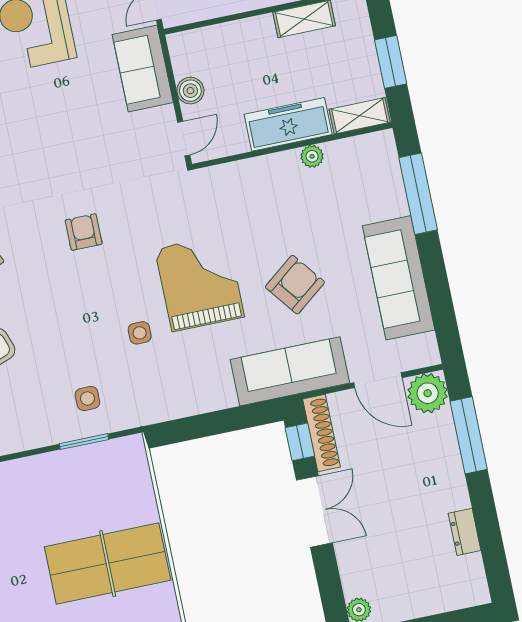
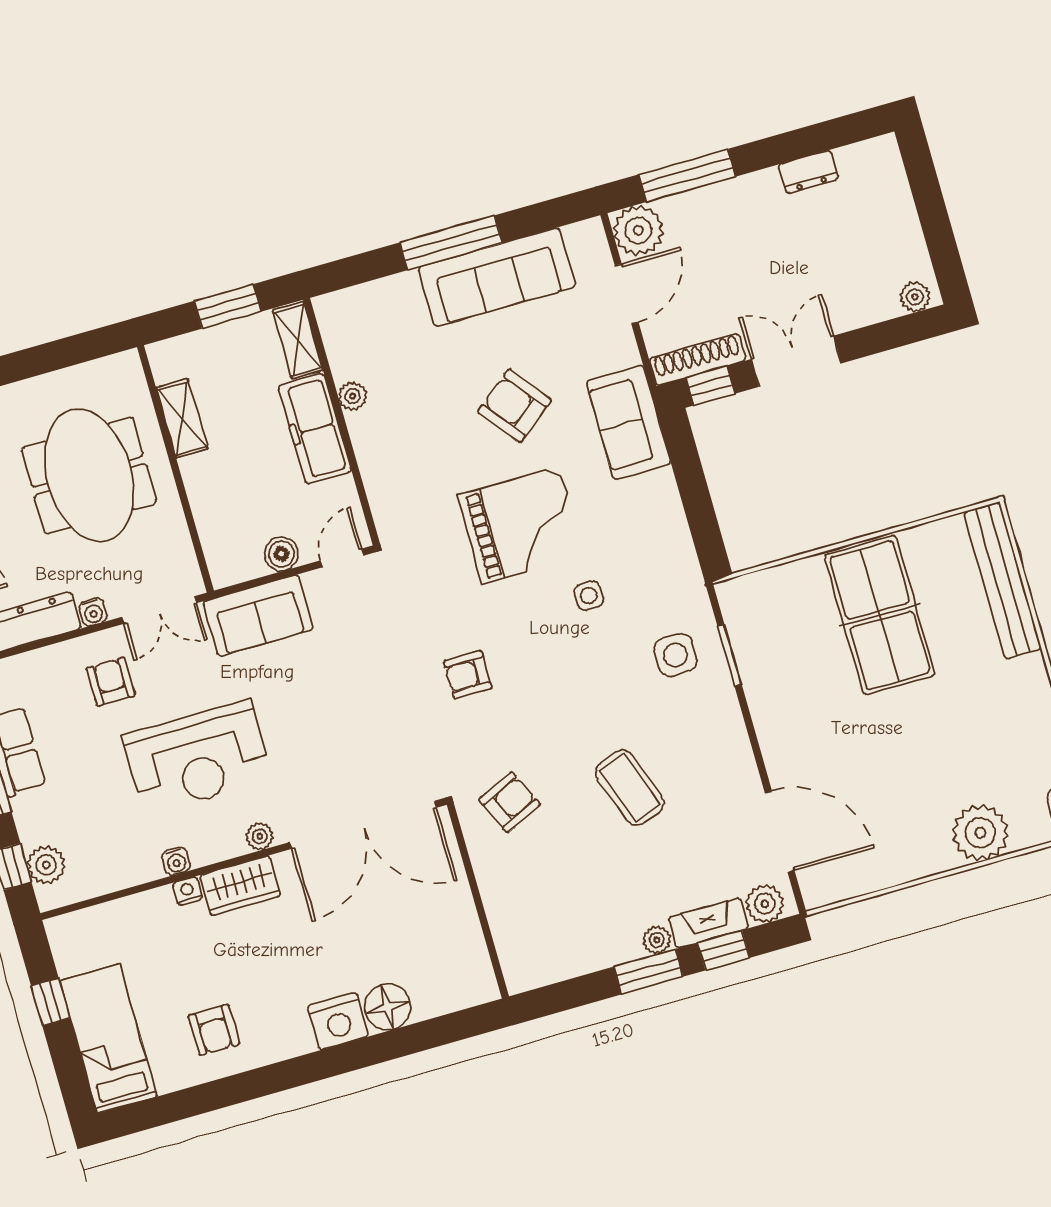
door: (184, 139) -> (342, 558), hinge flipped
window: (418, 194) -> (451, 243), moved
grand piano: (200, 283) -> (521, 525), turned 180
sofa: (290, 371) -> (628, 422), width x0.73
side table: (87, 399) -> (675, 655), width x1.37, depth x1.37

